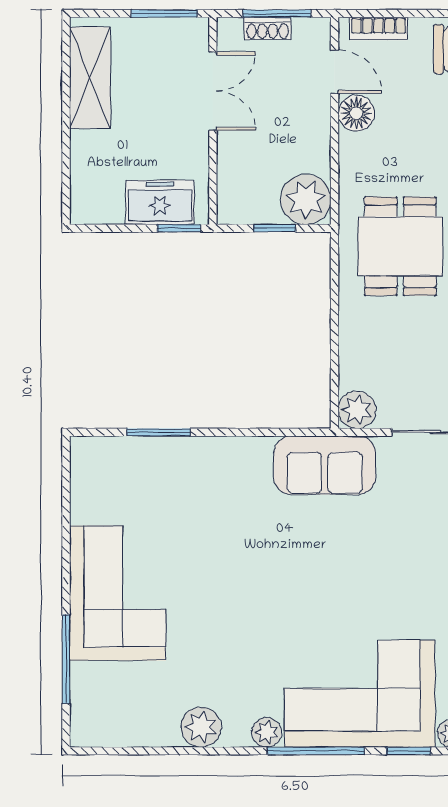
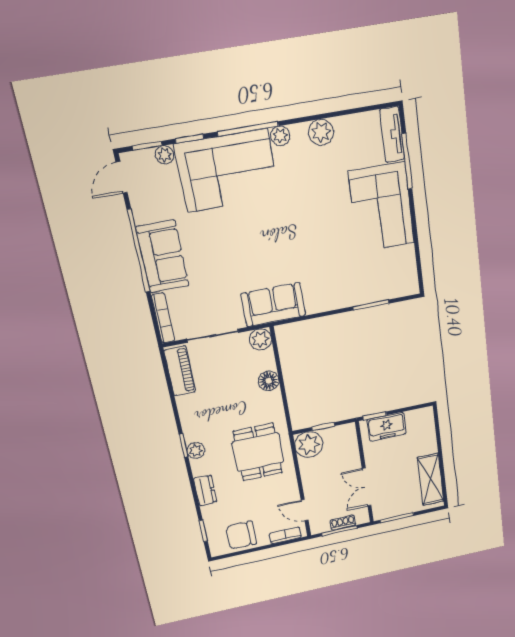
floor lamp: (356, 113) -> (269, 381), moved
dining table: (400, 246) -> (258, 452), moved
tv unit: (86, 705) -> (392, 134), added

